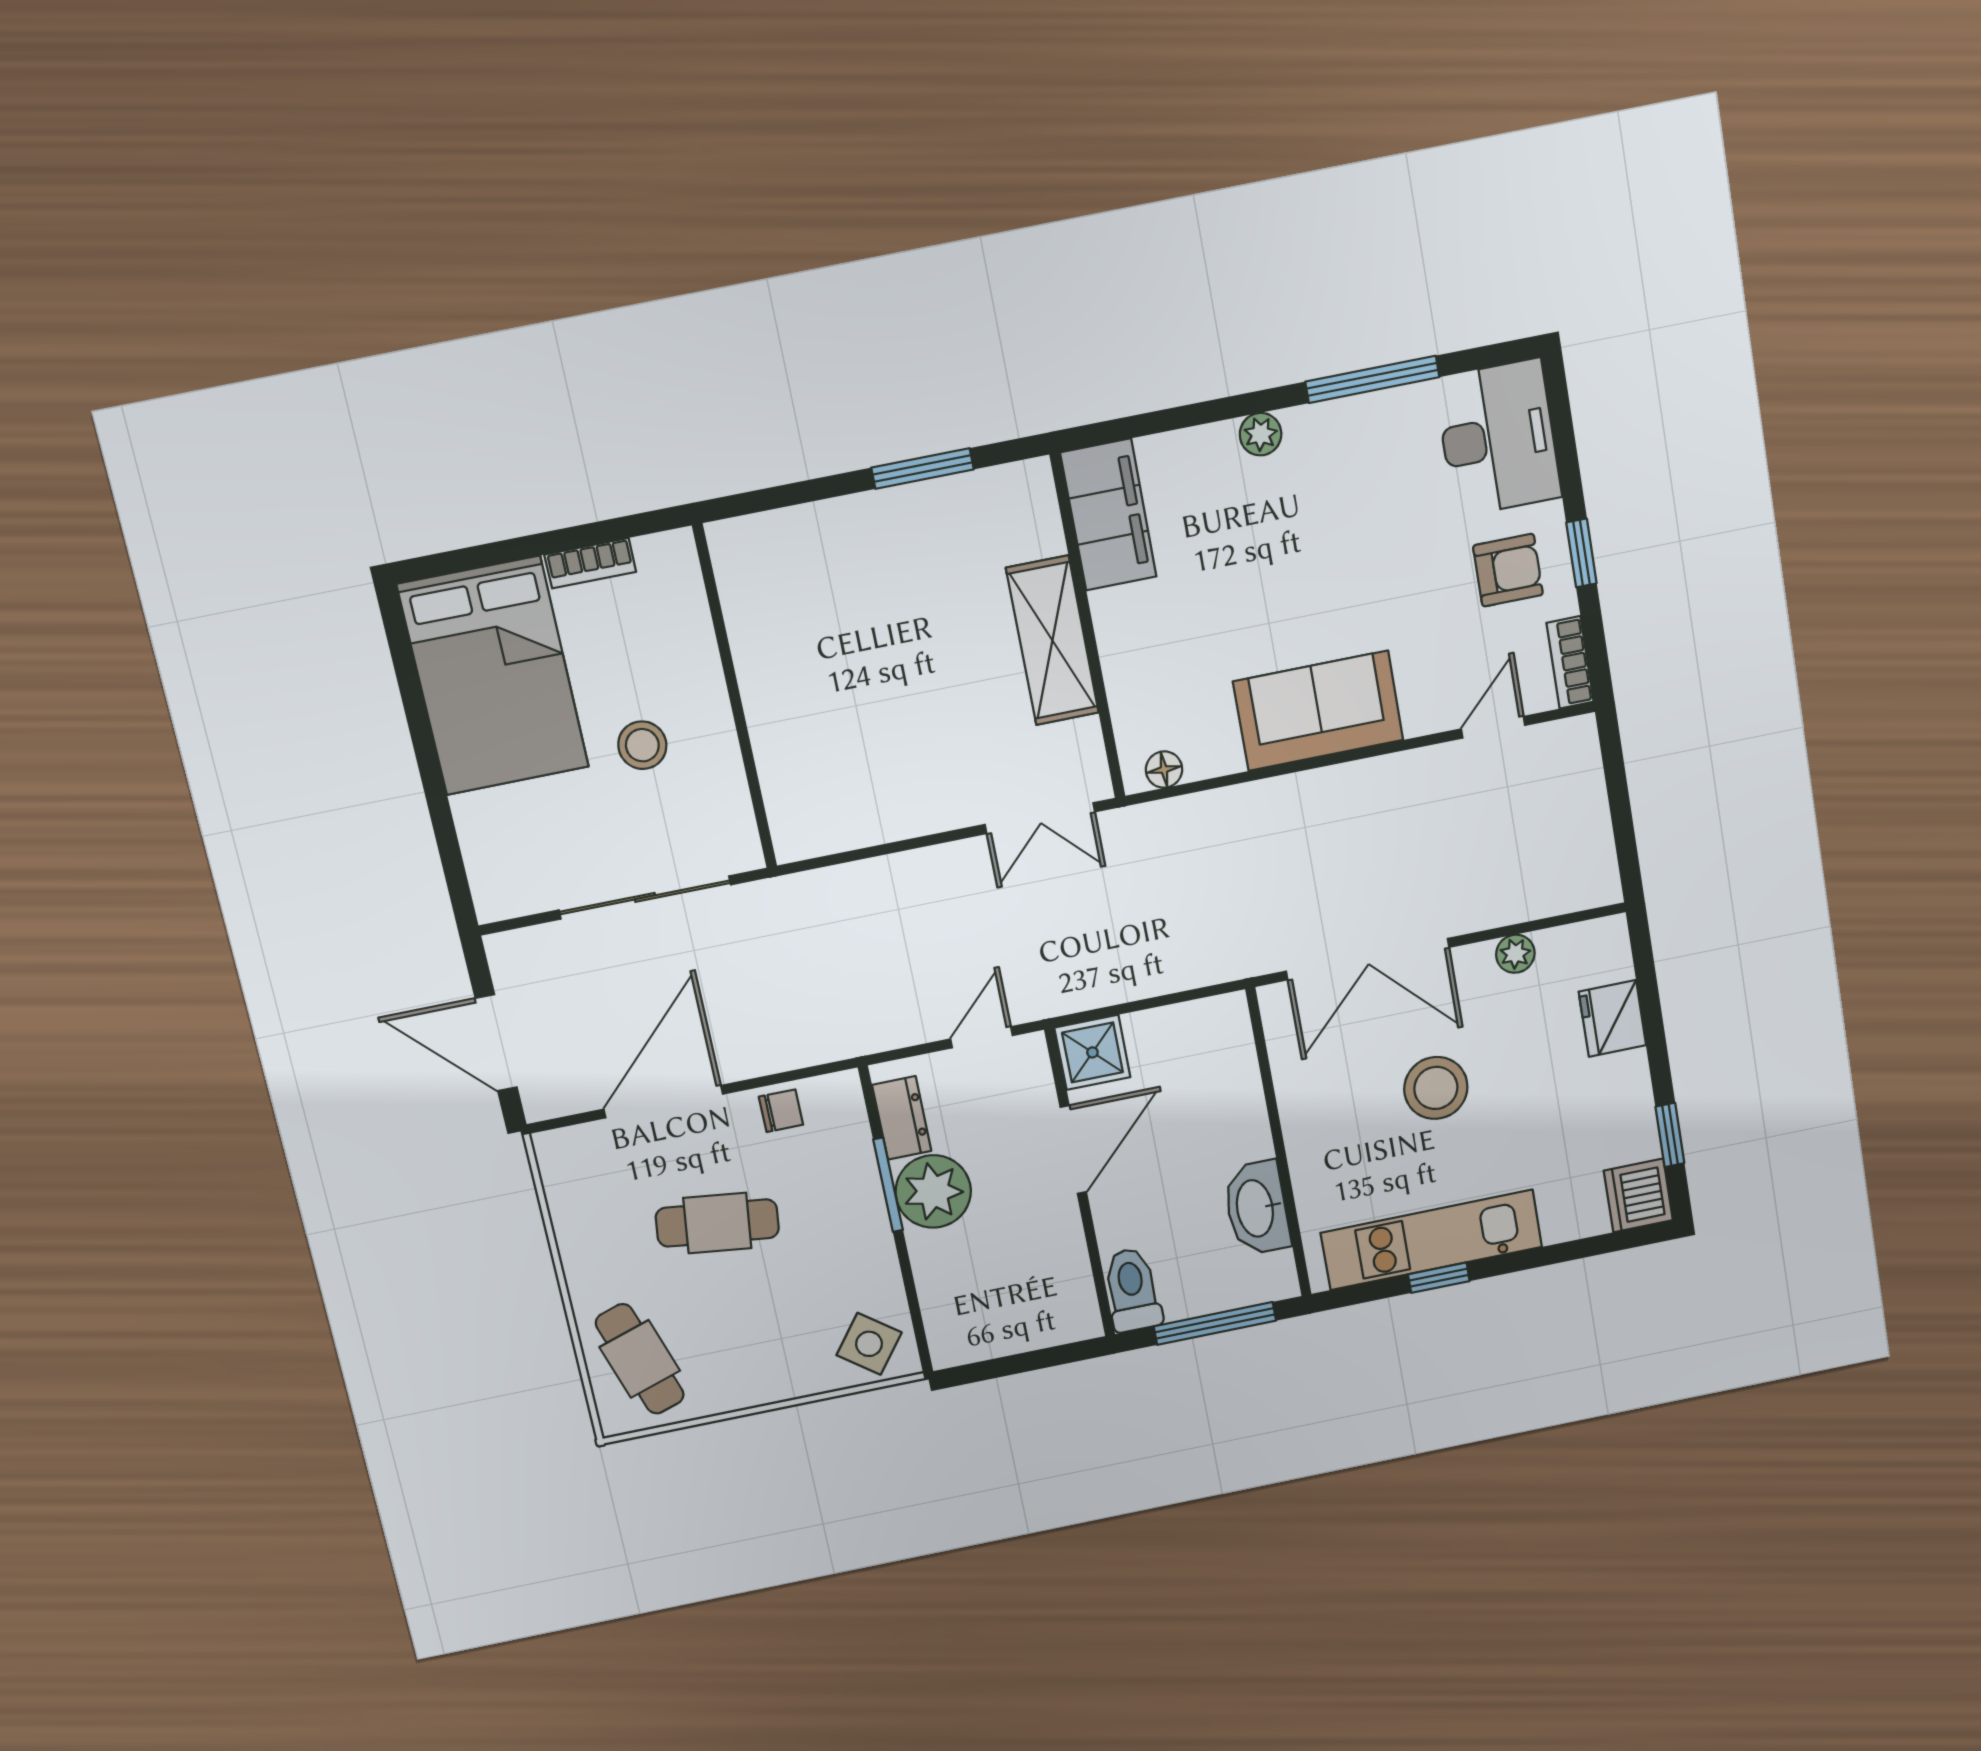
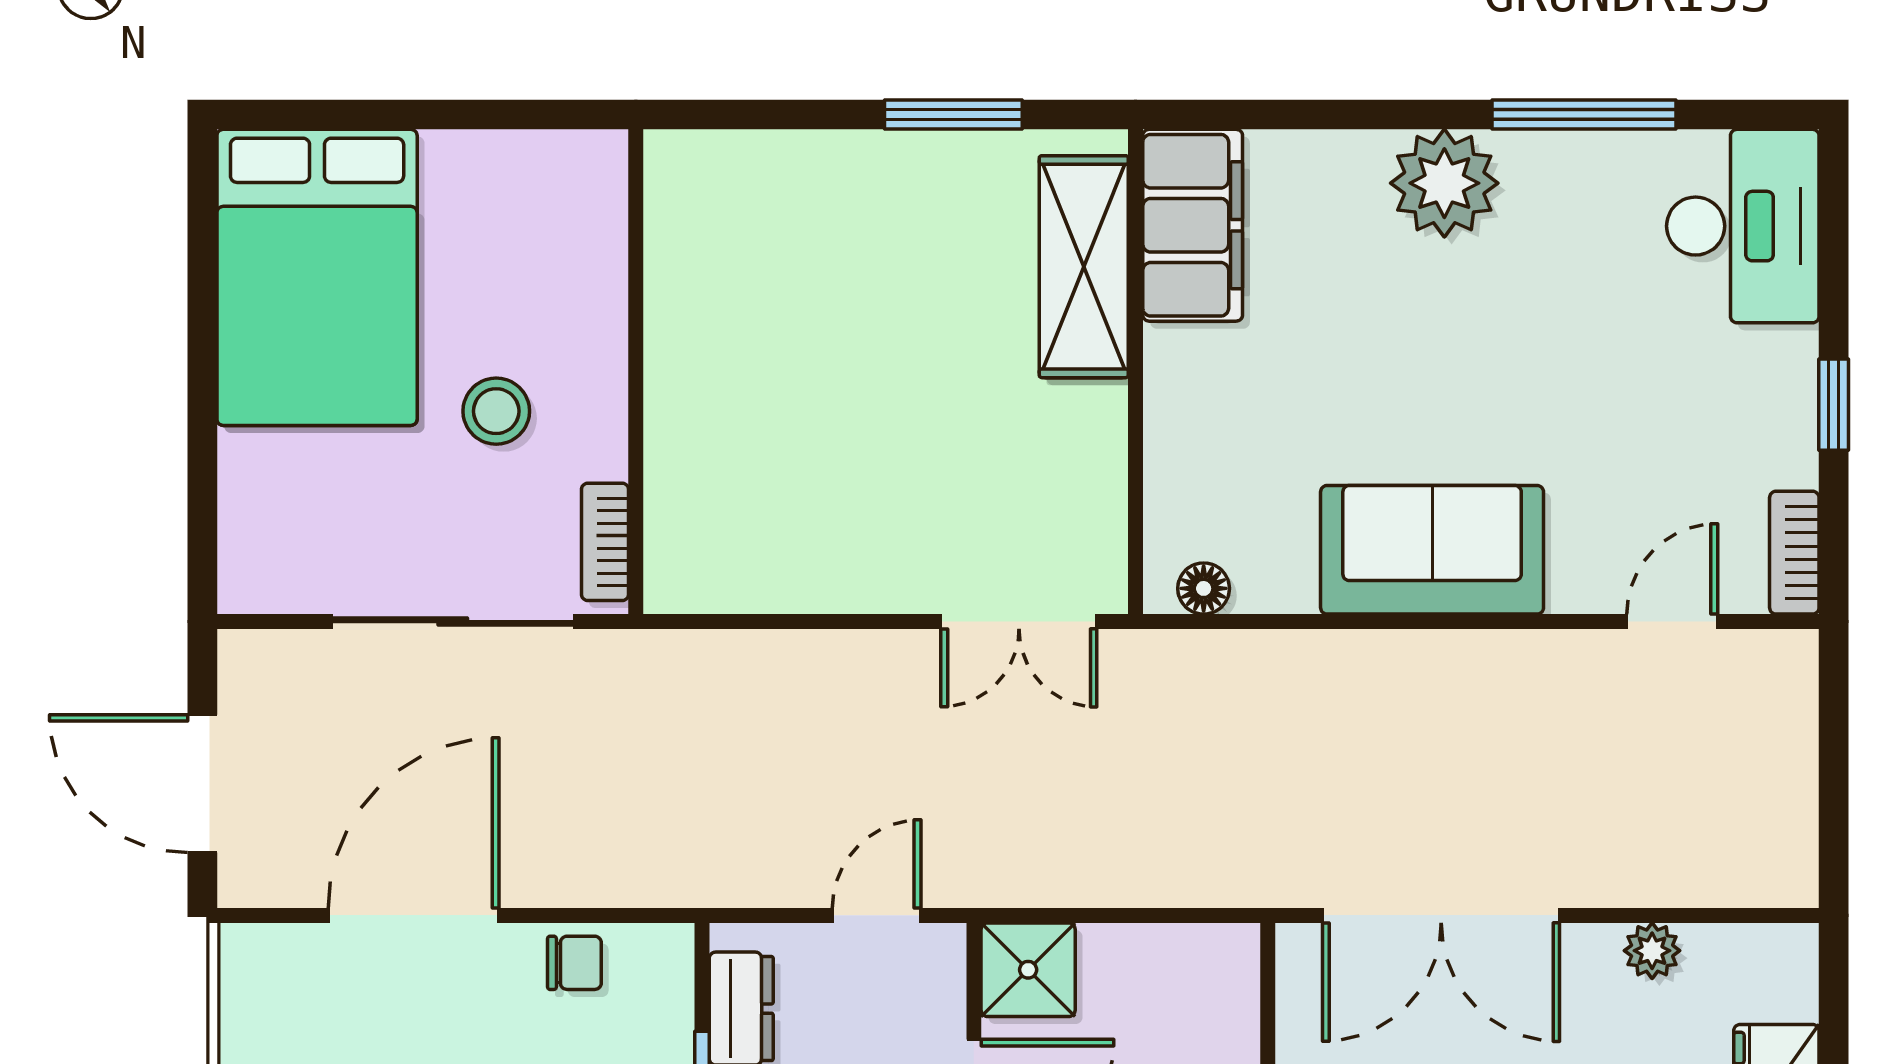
plant: (1261, 434) -> (1444, 183), width x1.88, depth x1.88
bookcase: (590, 563) -> (605, 542), moved, turned 90
armchair: (1508, 570) -> (1728, 408), removed
shelving: (1052, 640) -> (1084, 267), moved

